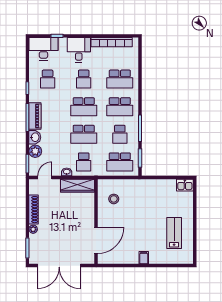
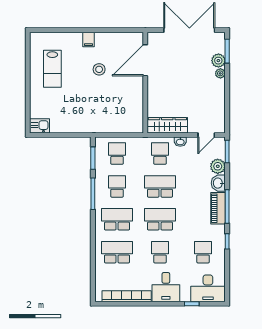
school desk: (120, 162) -> (117, 154), width x0.54
stool: (114, 199) -> (99, 69), moved
shoe rack: (33, 210) -> (220, 97), removed
plant: (35, 240) -> (218, 61), added

